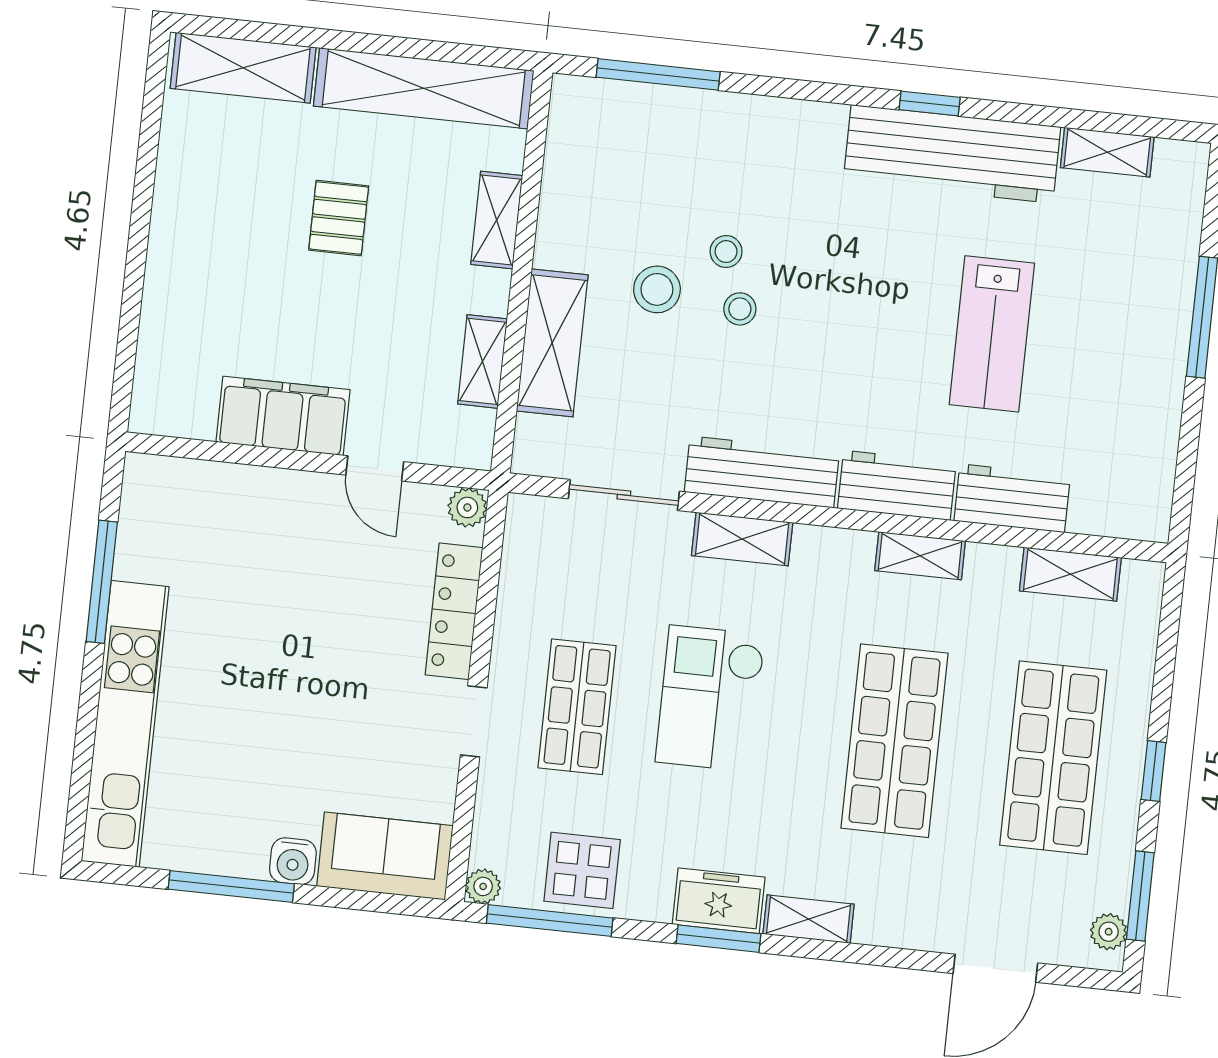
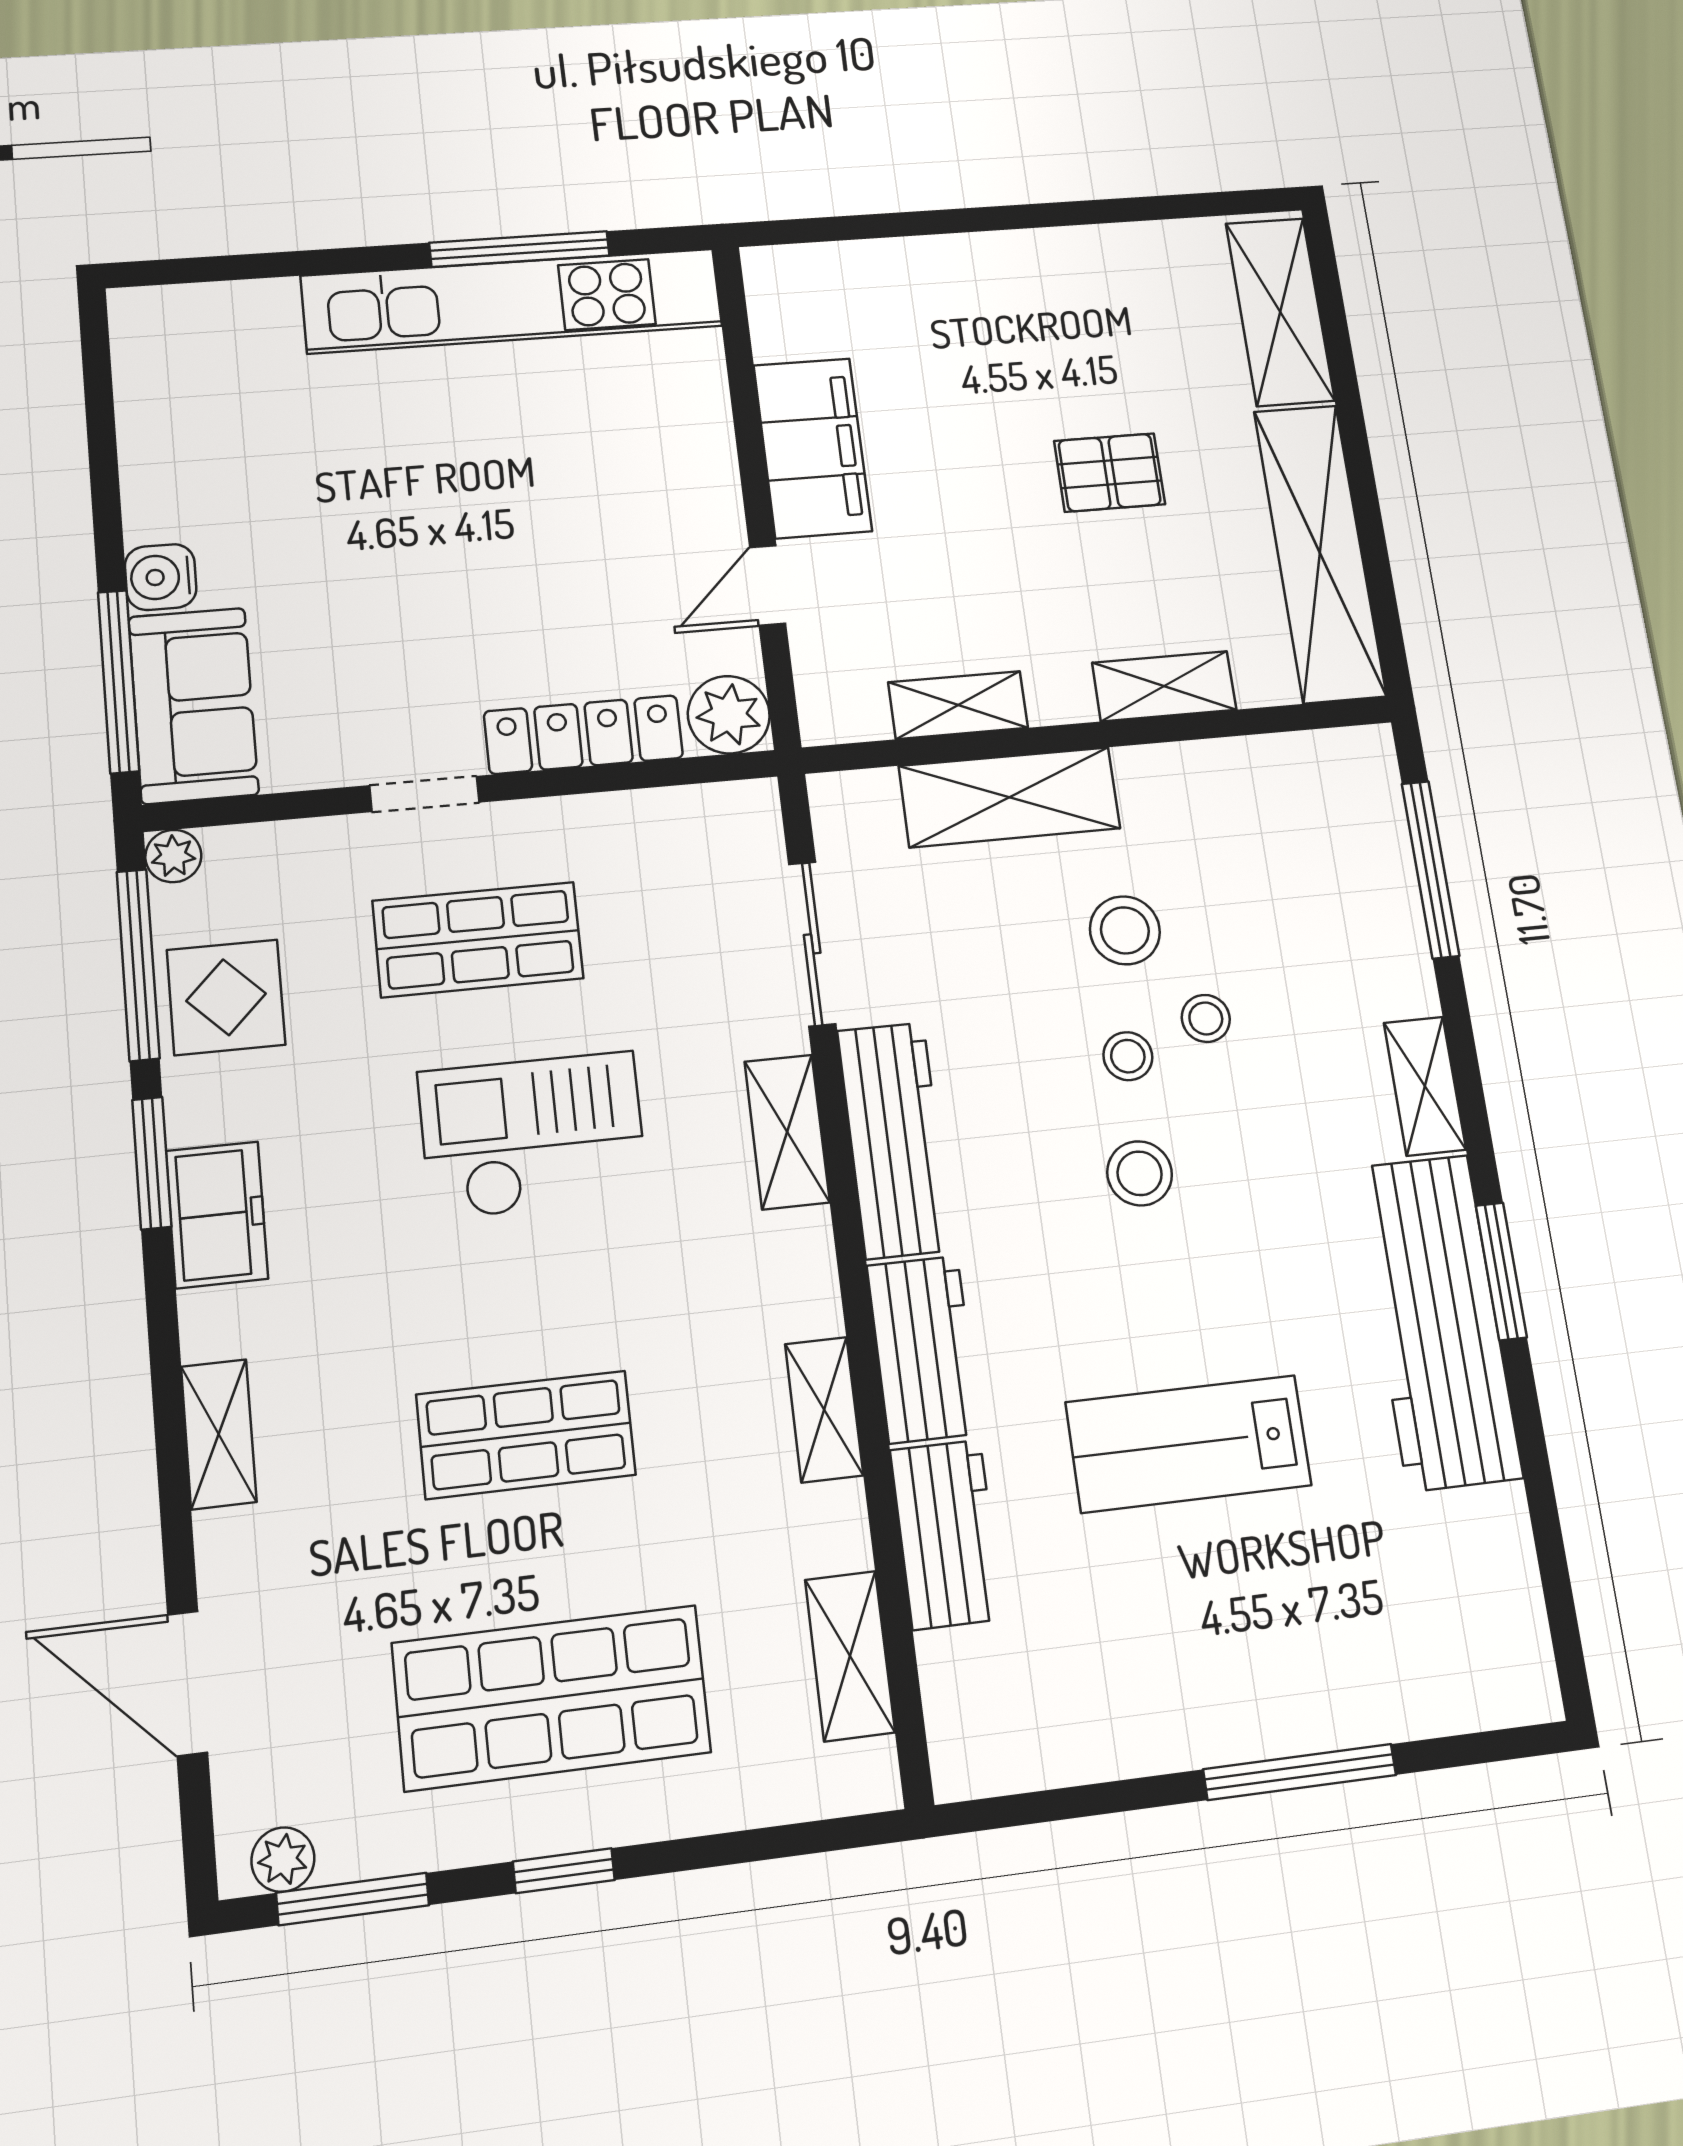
window: (930, 103) -> (1501, 1271), width x1.50
shelving: (1107, 152) -> (1425, 1086), moved
stool: (817, 321) -> (1140, 1173), added
plant: (467, 507) -> (729, 715), width x1.38, depth x1.38
kitchen unit: (125, 724) -> (512, 301), moved
shop shelf: (894, 741) -> (526, 1435), width x0.70, depth x0.74
window: (231, 887) -> (119, 681), moved
shelving: (809, 919) -> (219, 1434), moved
window: (719, 939) -> (152, 1163), moved

